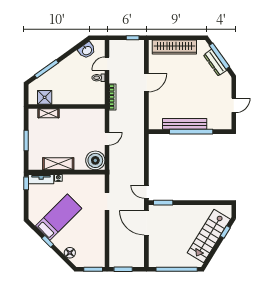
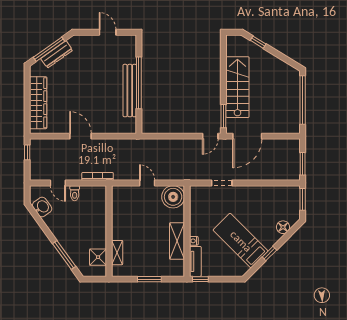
stairs: (209, 236) -> (237, 87), moved, turned -121

